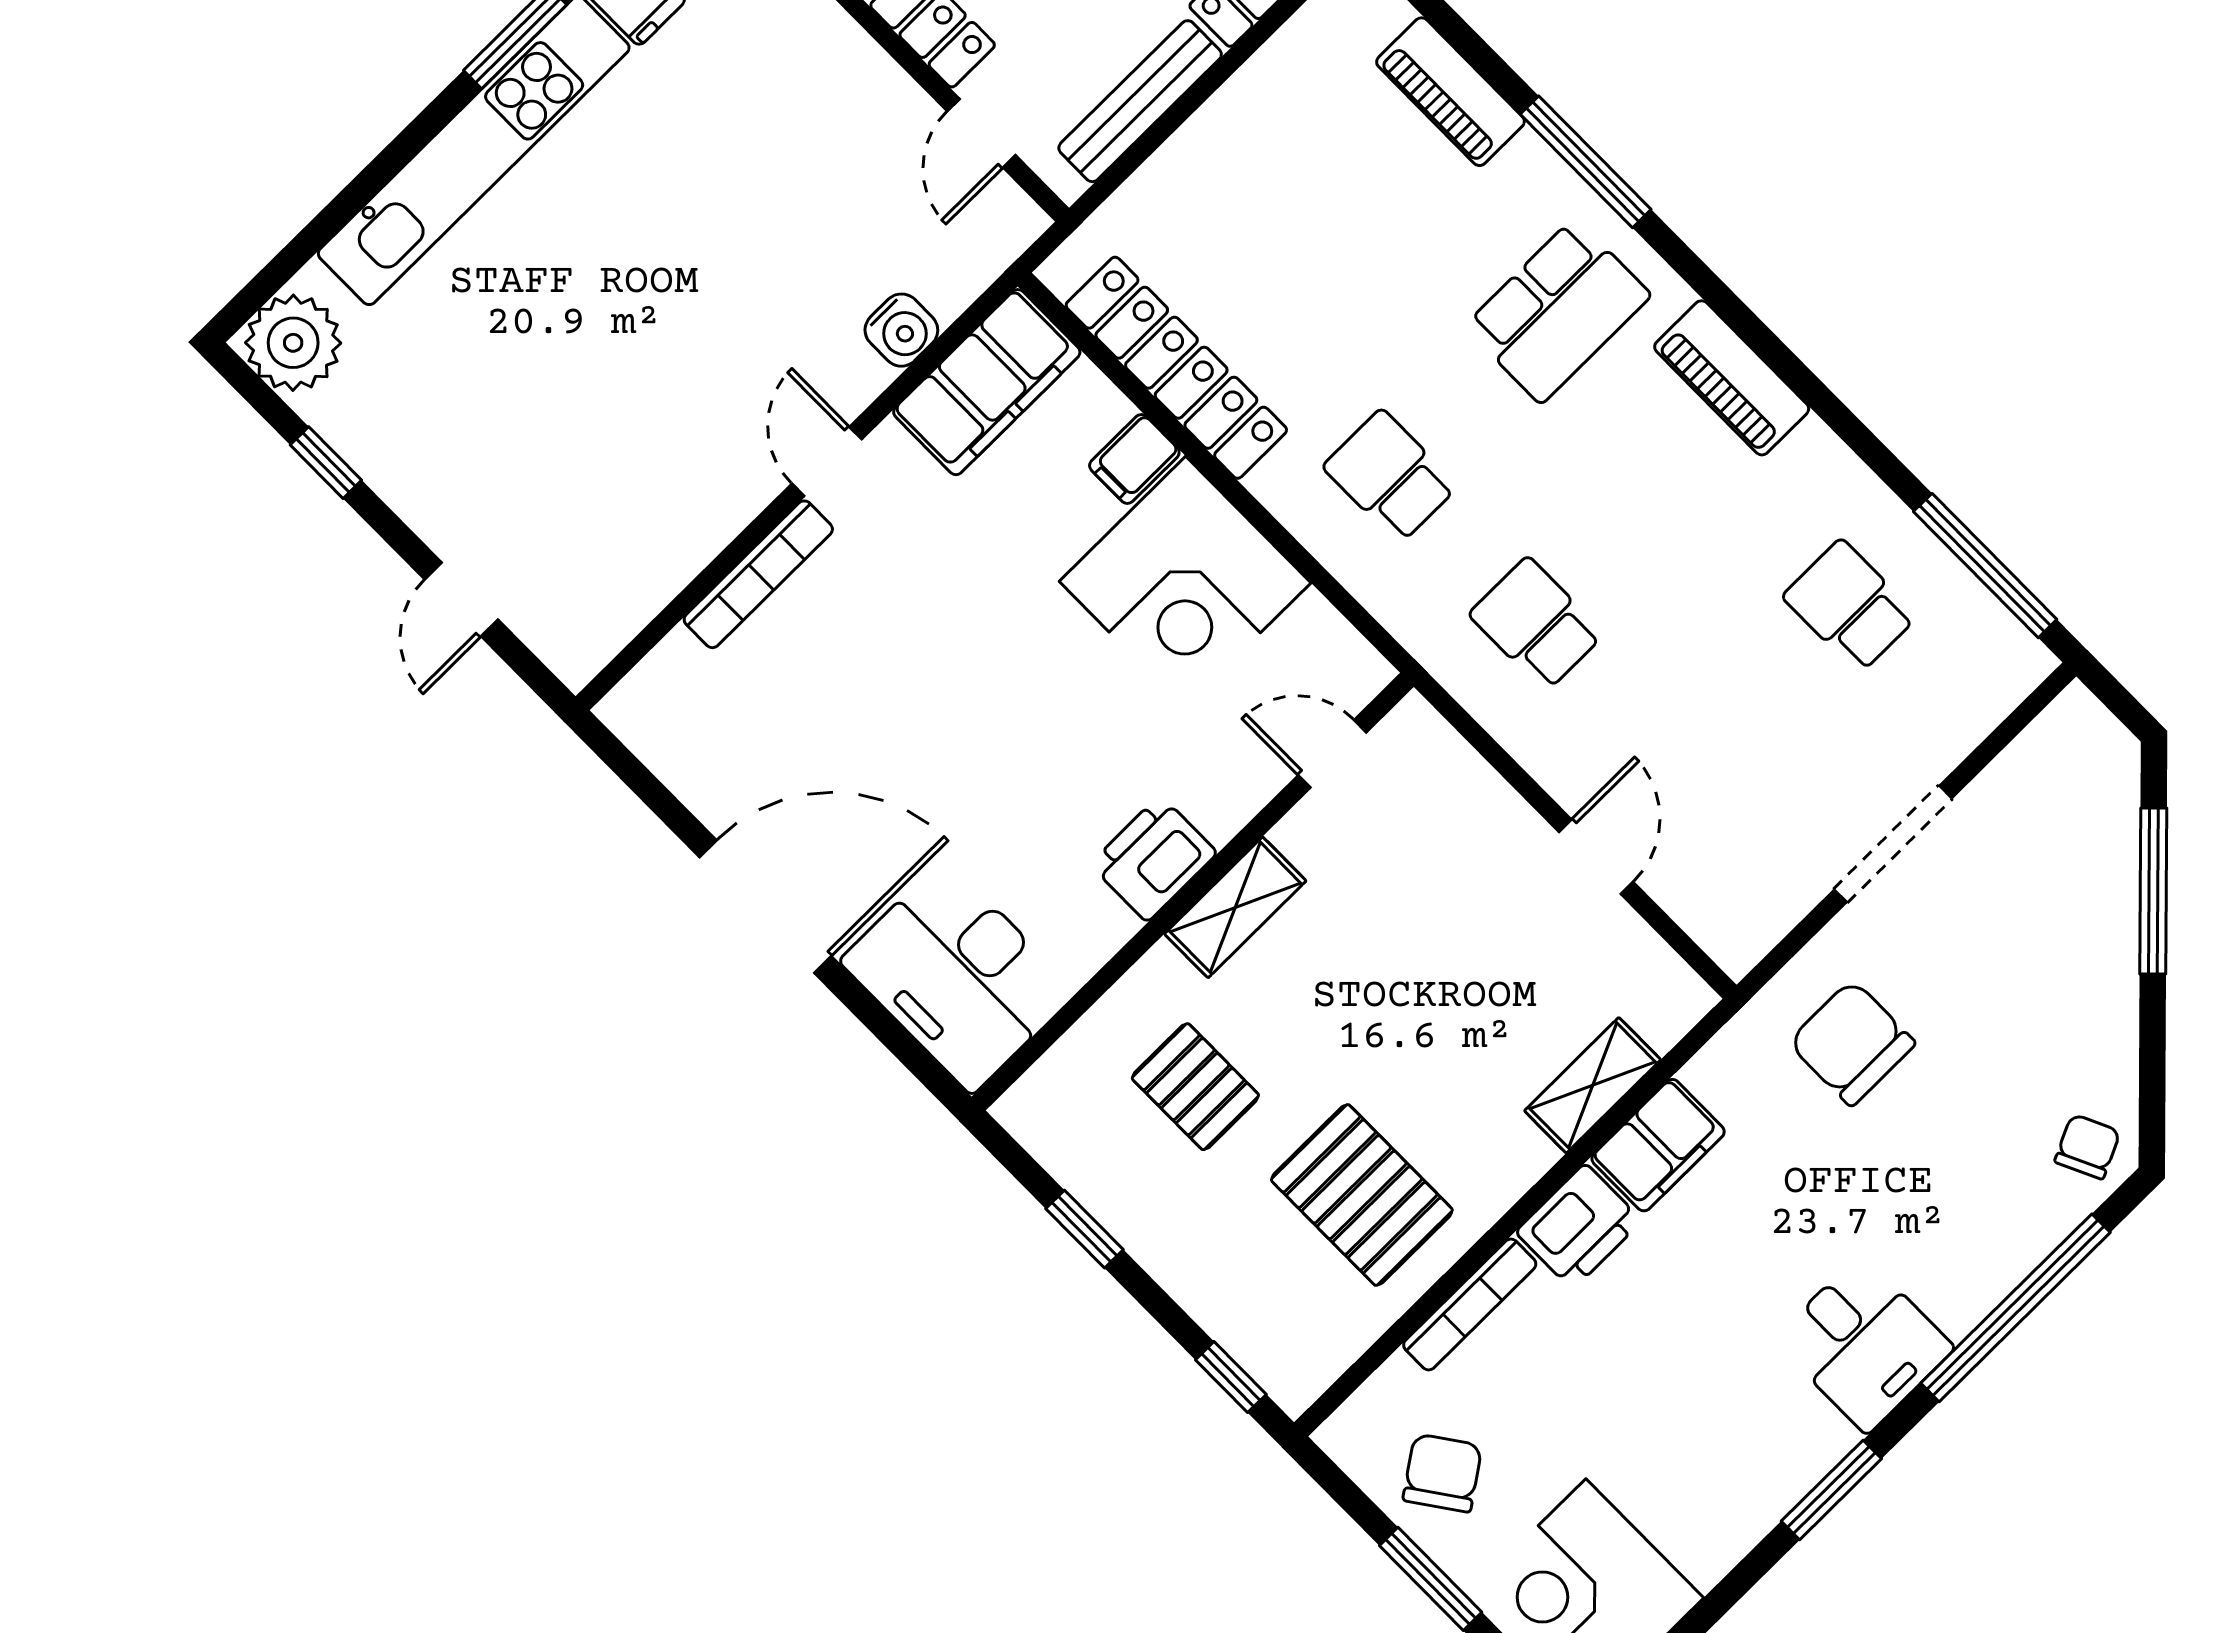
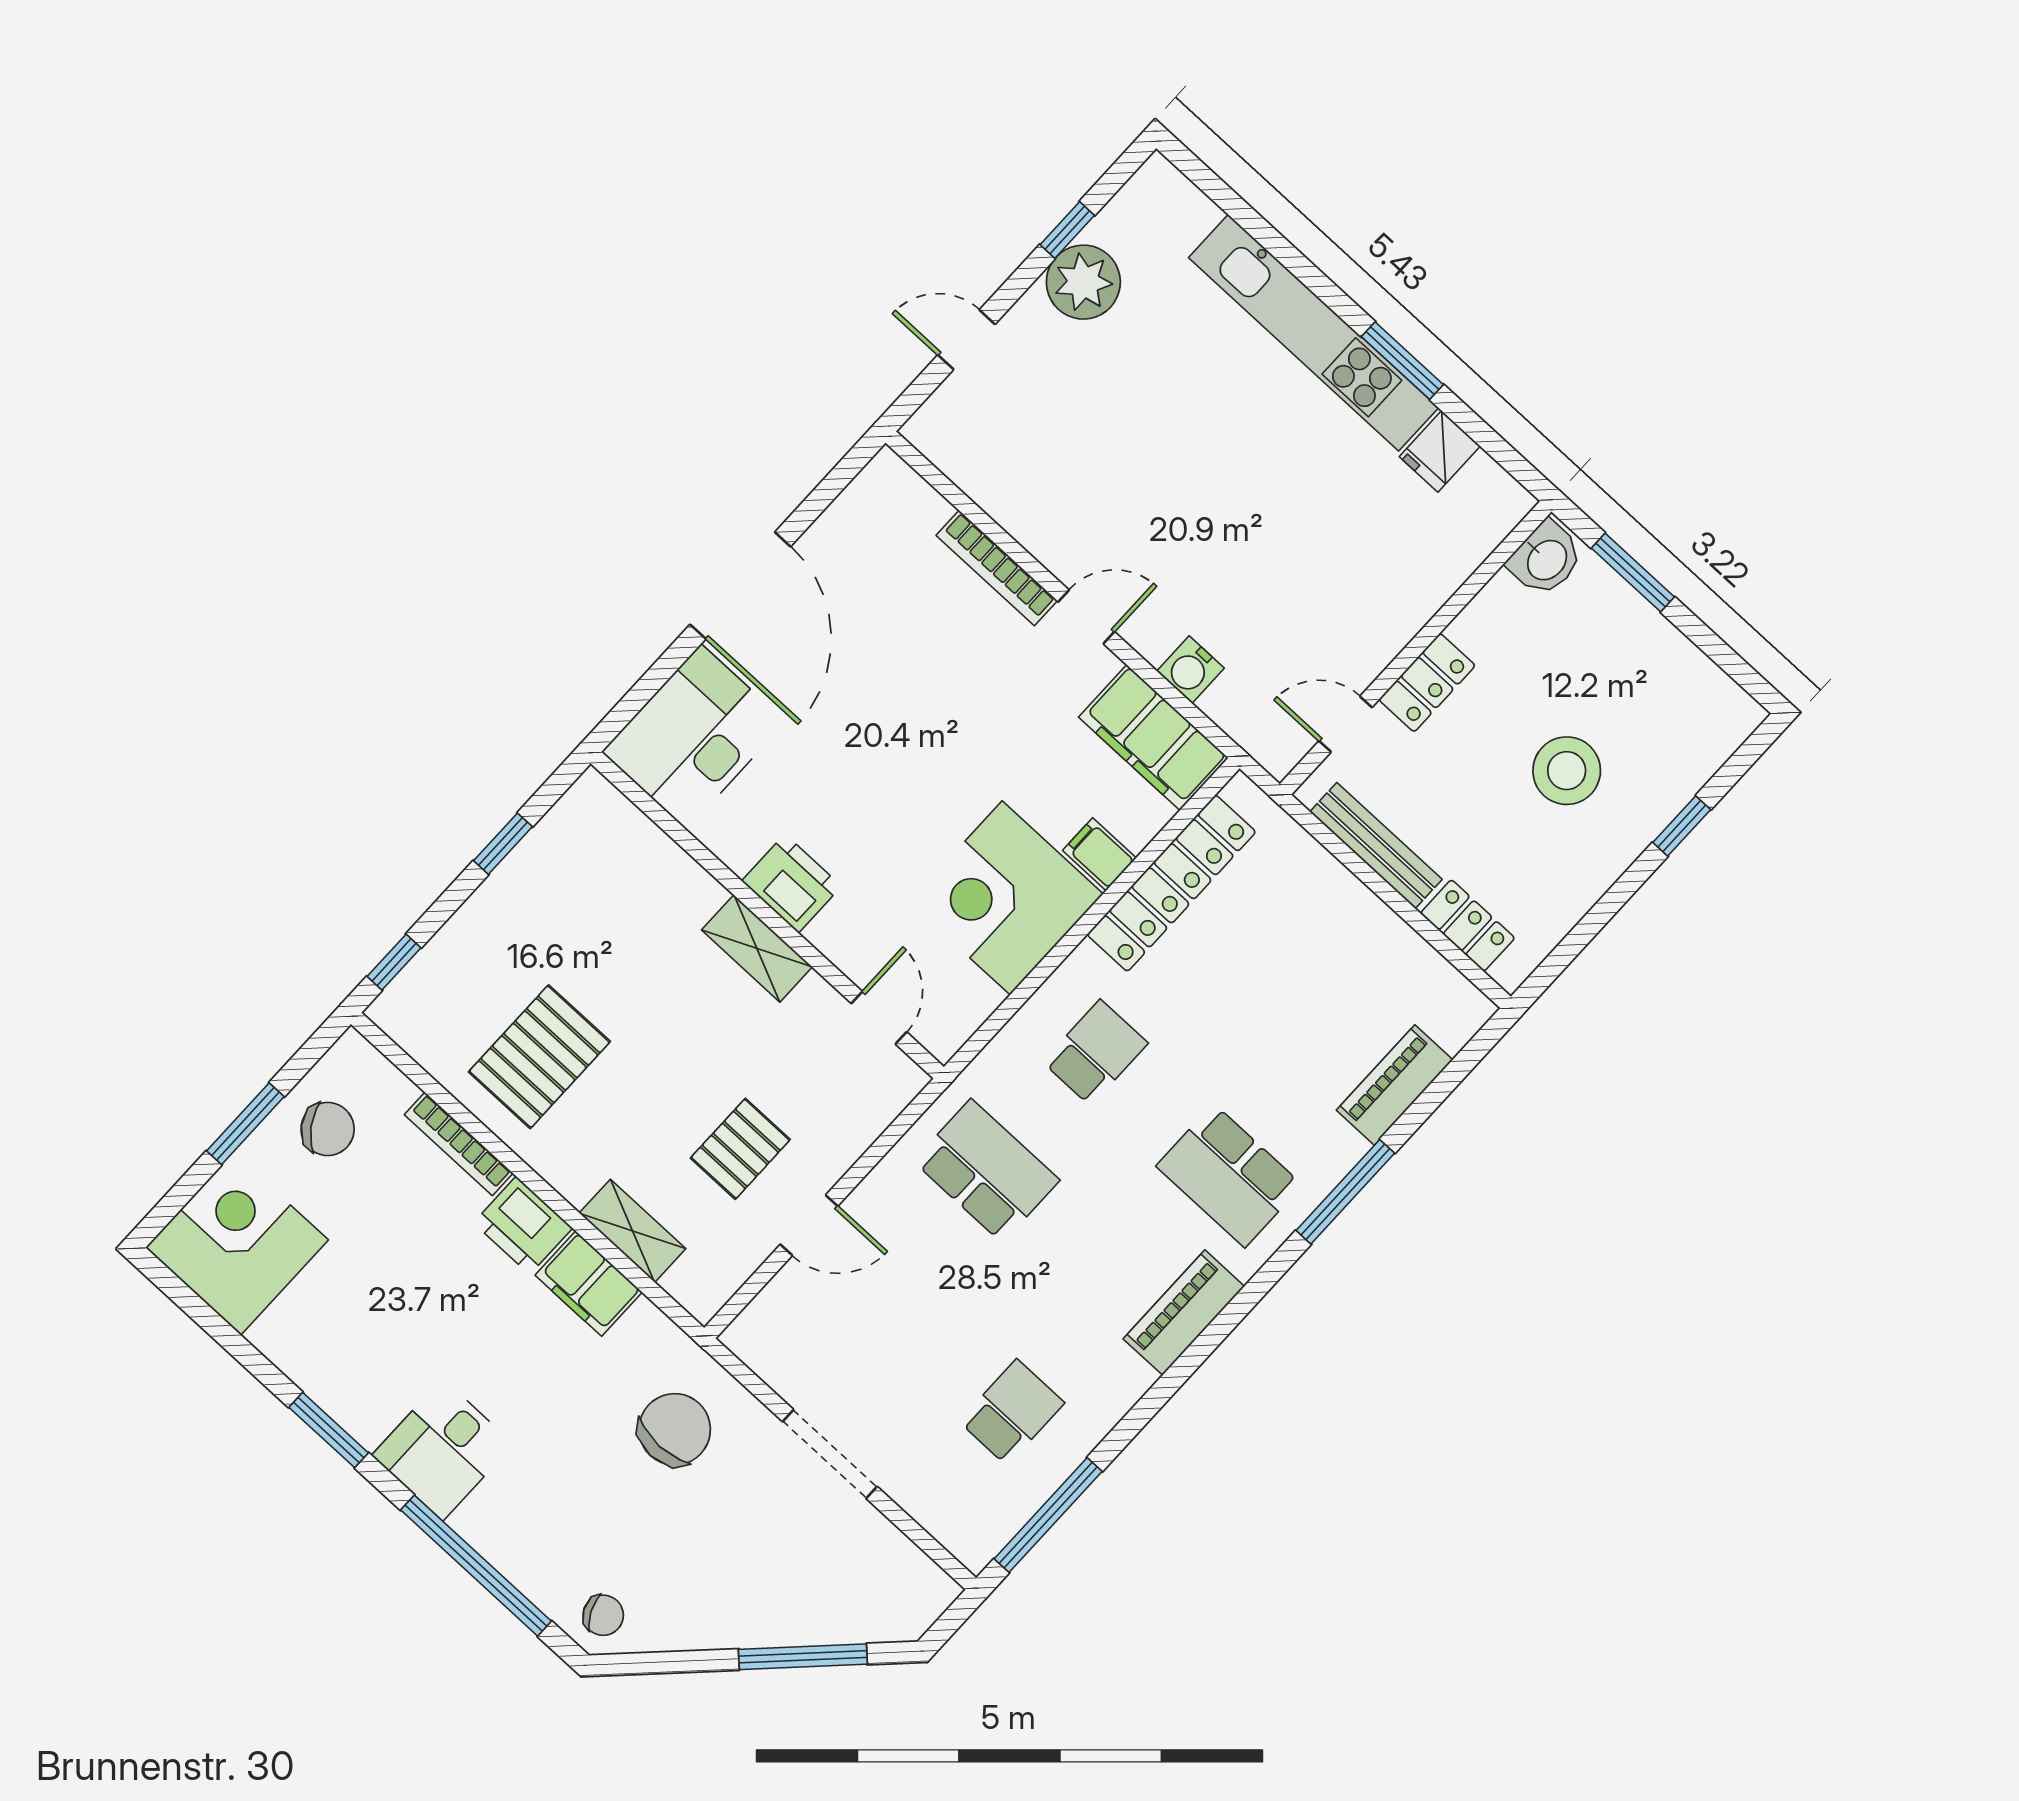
plant: (293, 343) -> (1083, 282), moved
school desk: (1537, 624) -> (987, 1171), width x1.85
pallet: (1195, 1087) -> (740, 1149), moved

